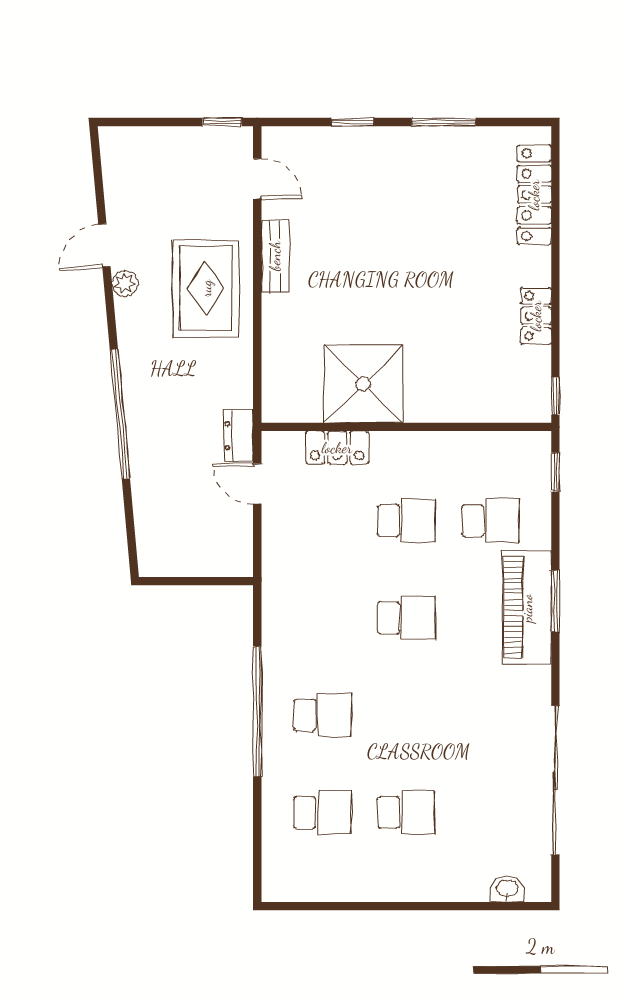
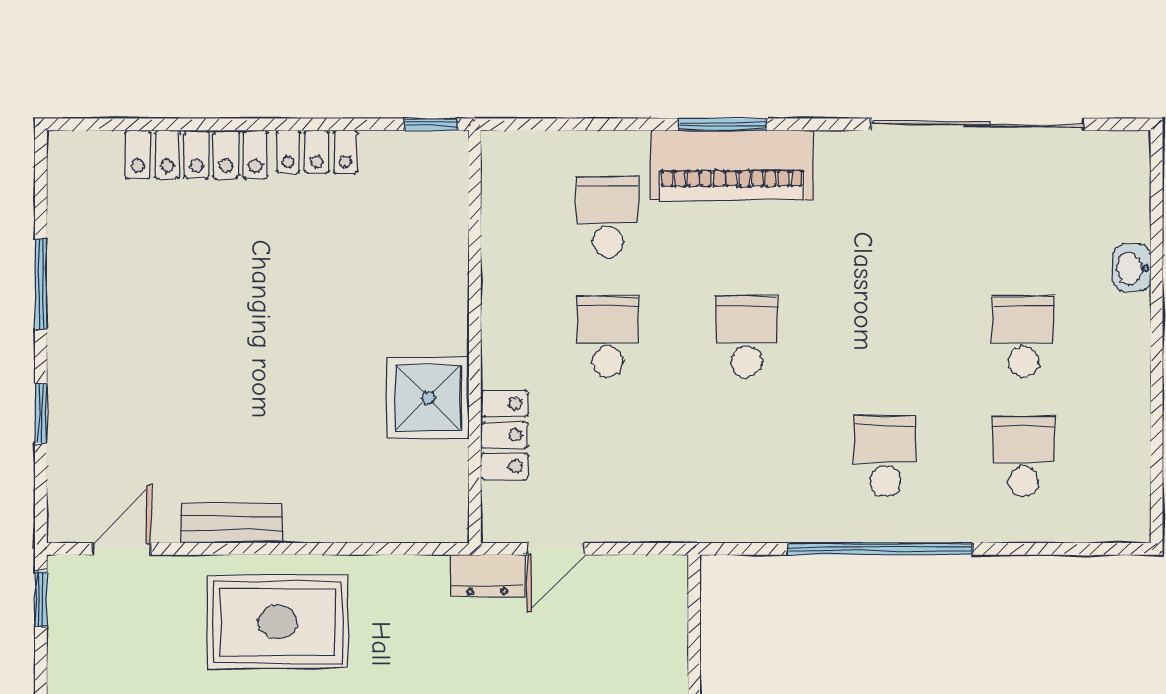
locker: (534, 195) -> (197, 154), moved
shower: (363, 384) -> (428, 398), width x0.73, depth x0.73
window: (555, 472) -> (539, 124), removed
washbasin: (507, 889) -> (1132, 268), moved

